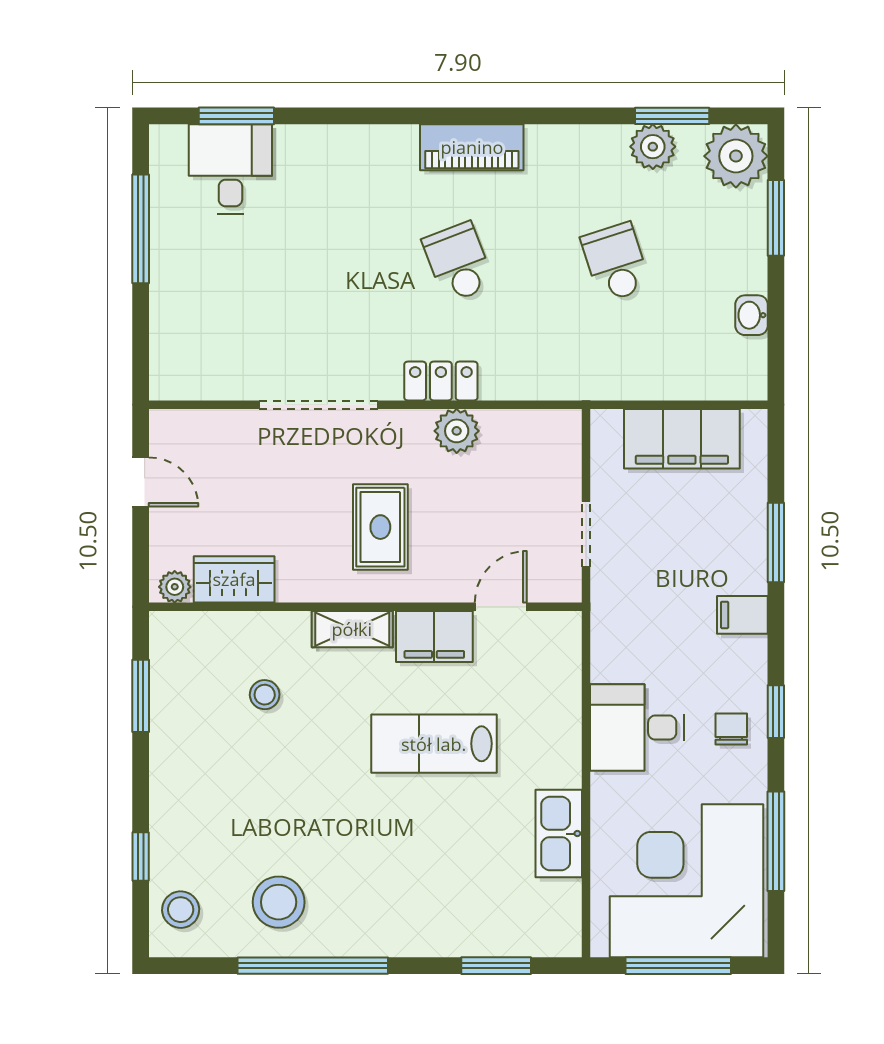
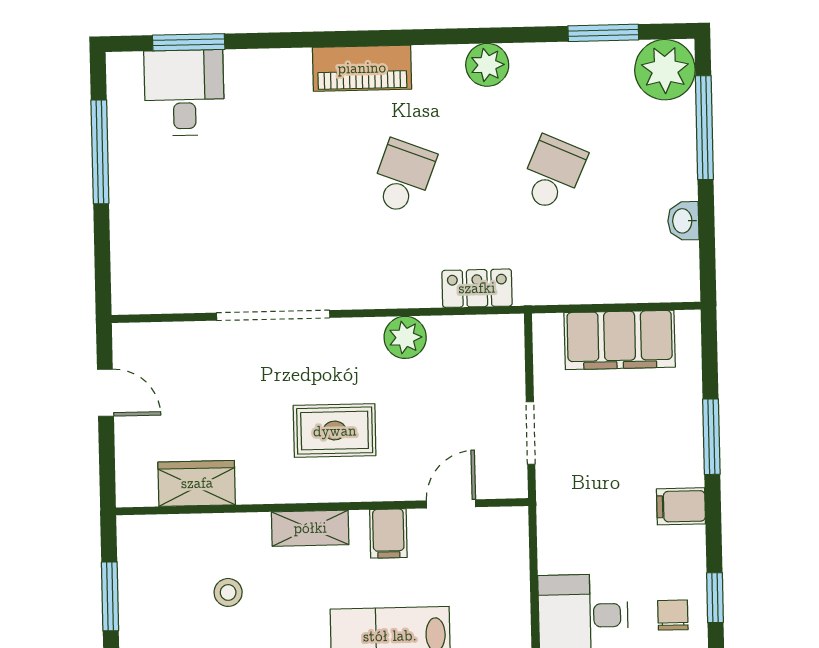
piano: (472, 147) -> (362, 68), moved
plant: (653, 147) -> (487, 65), moved
window: (776, 218) -> (704, 128), width x1.44
school desk: (458, 262) -> (403, 177), turned 42
school desk: (616, 262) -> (553, 173), turned 42
locker: (441, 381) -> (477, 288), moved
rug: (380, 527) -> (335, 431), turned 90
plant: (175, 587) -> (140, 492), removed
filing cabinet: (434, 636) -> (388, 533), width x0.50

